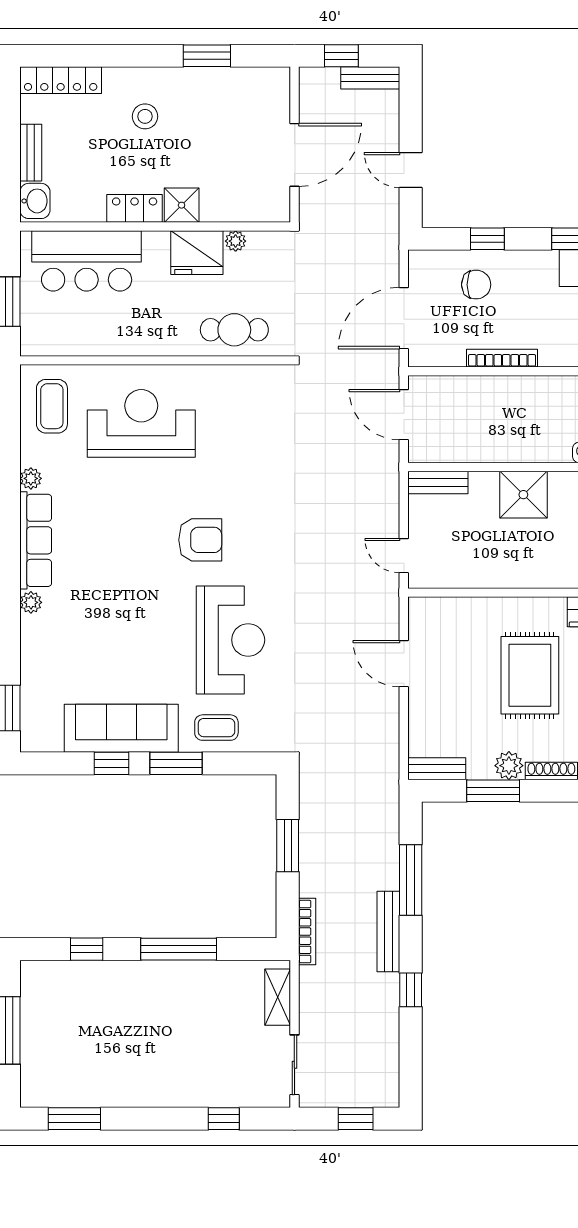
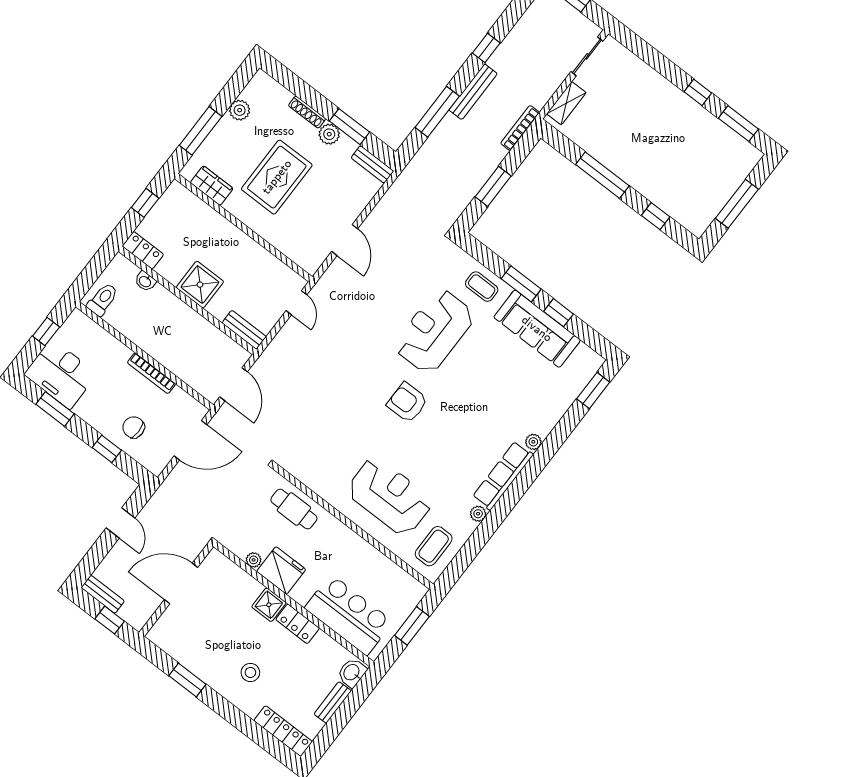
reception desk: (141, 423) -> (390, 496), turned 180
window: (224, 1119) -> (698, 92), moved

